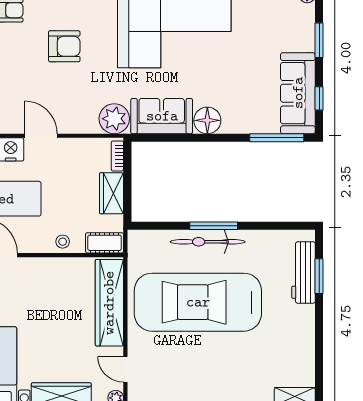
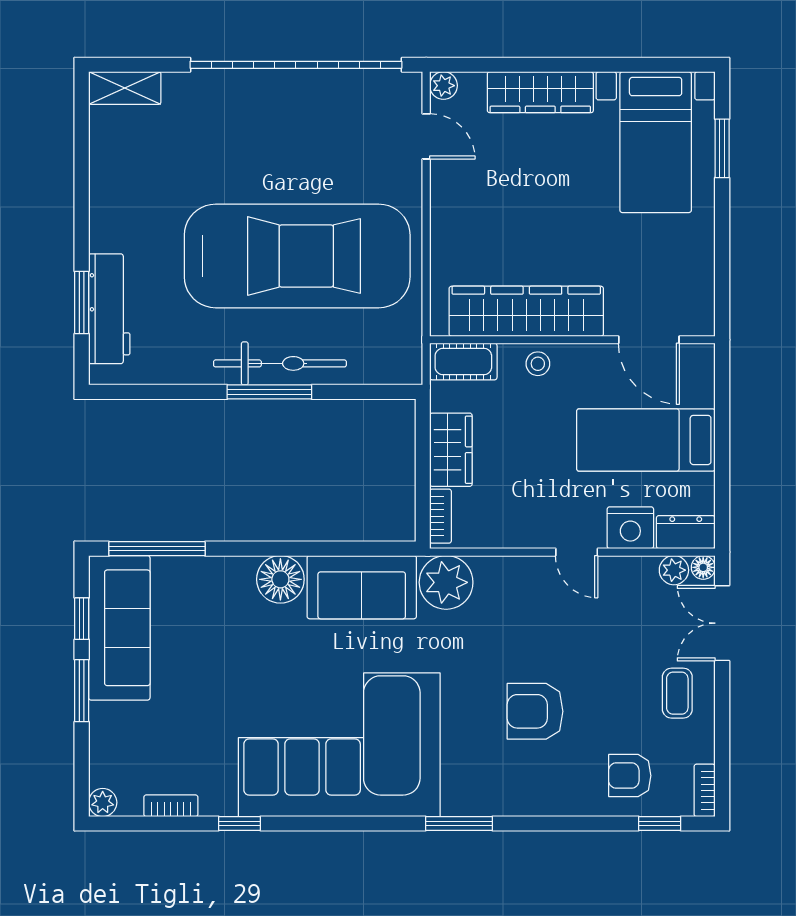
window: (319, 40) -> (82, 691), moved
door: (41, 136) -> (577, 552), width x0.73
wardrobe: (109, 303) -> (526, 311), moved, turned -90

